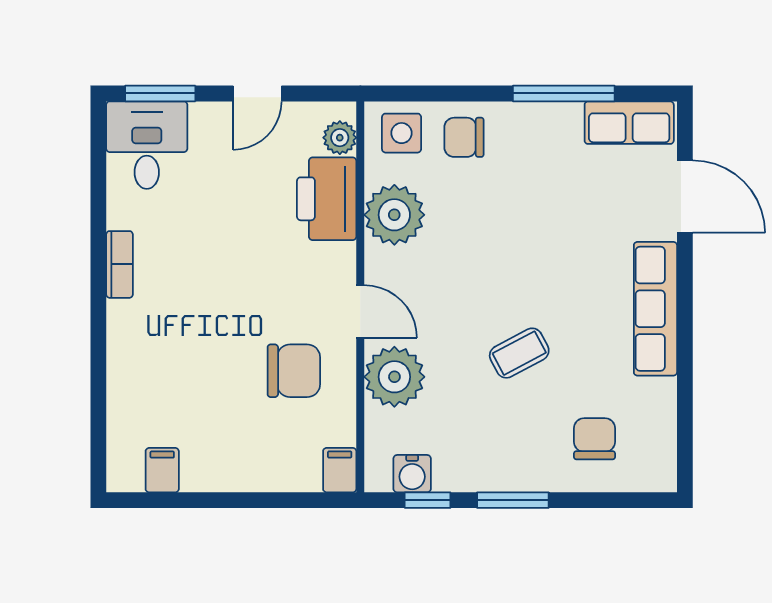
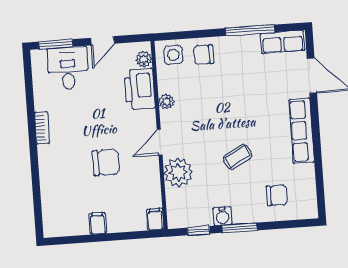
desk: (147, 145) -> (68, 68), moved
plant: (394, 215) -> (166, 102), width x0.53, depth x0.53
door: (360, 312) -> (160, 142), swing flipped
chair: (294, 371) -> (106, 163), moved
chair: (594, 439) -> (277, 195), turned 90
filing cabinet: (162, 470) -> (98, 223), moved
water cooler: (412, 474) -> (222, 216), moved

